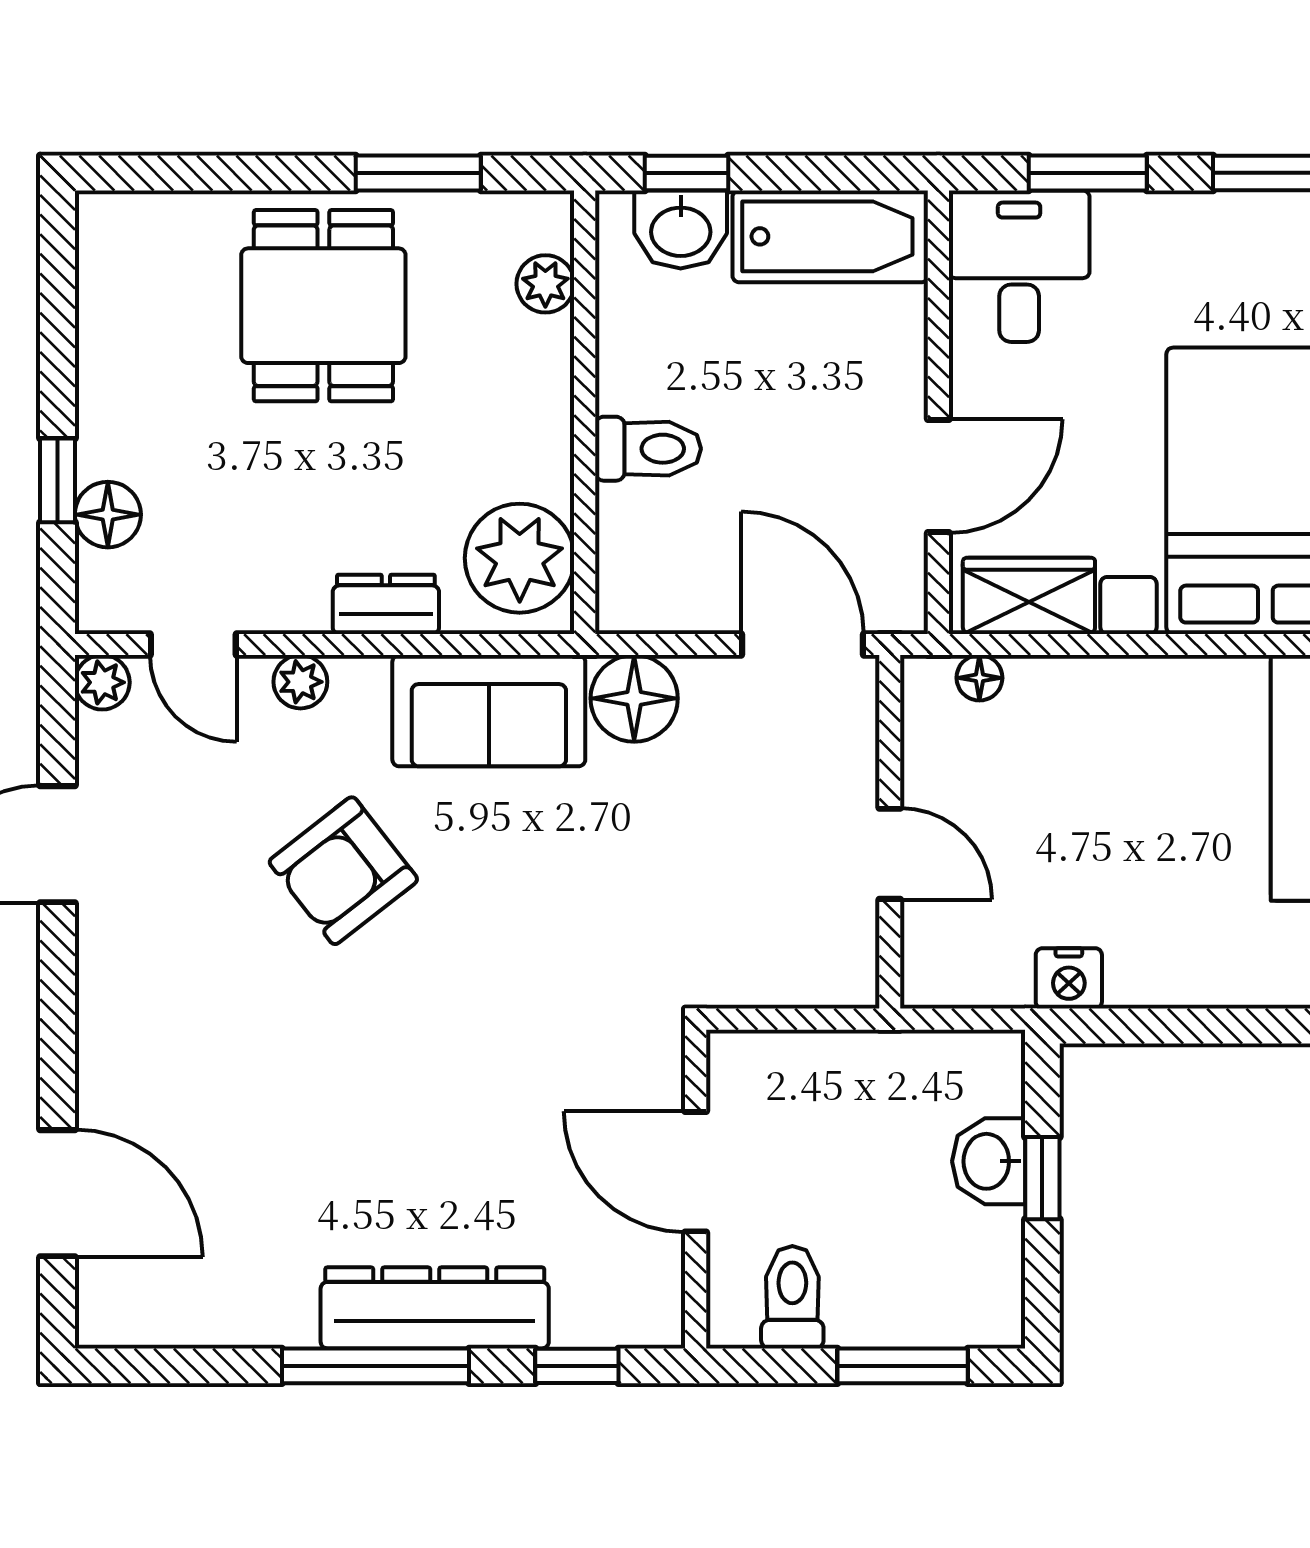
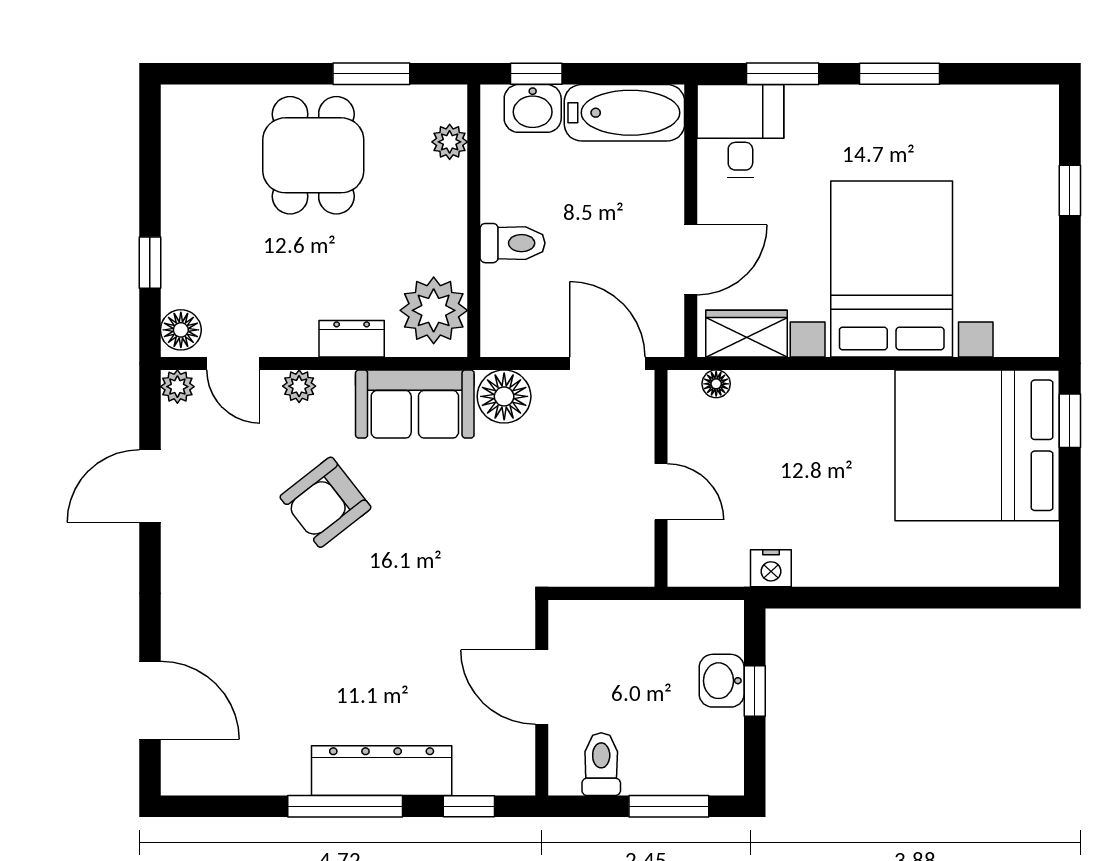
floor lamp: (108, 515) -> (181, 330), moved

